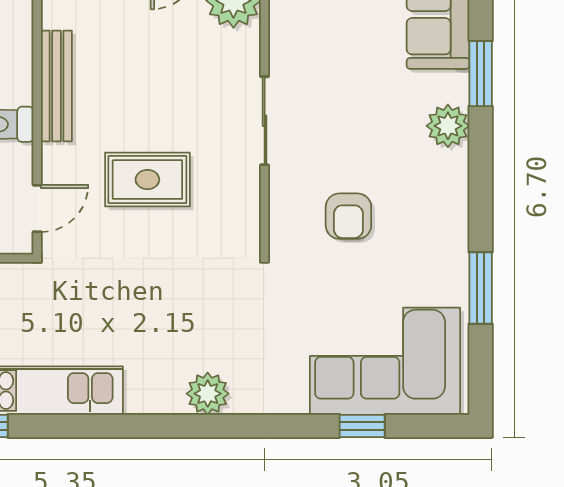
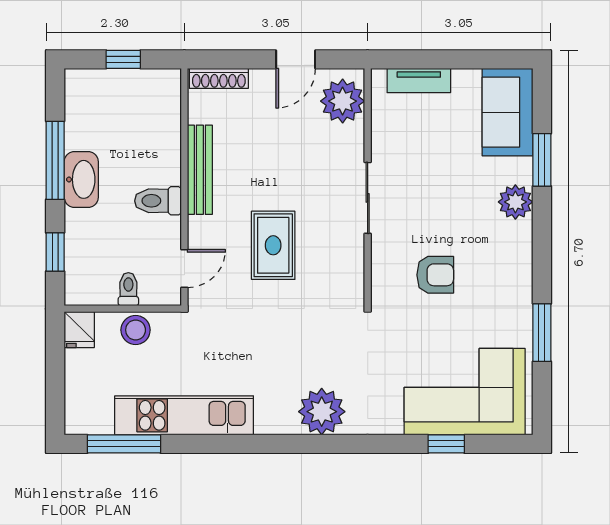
rug: (147, 180) -> (273, 245), turned 90
armchair: (348, 216) -> (435, 275), turned -90
plant: (208, 394) -> (322, 412), width x1.36, depth x1.36

